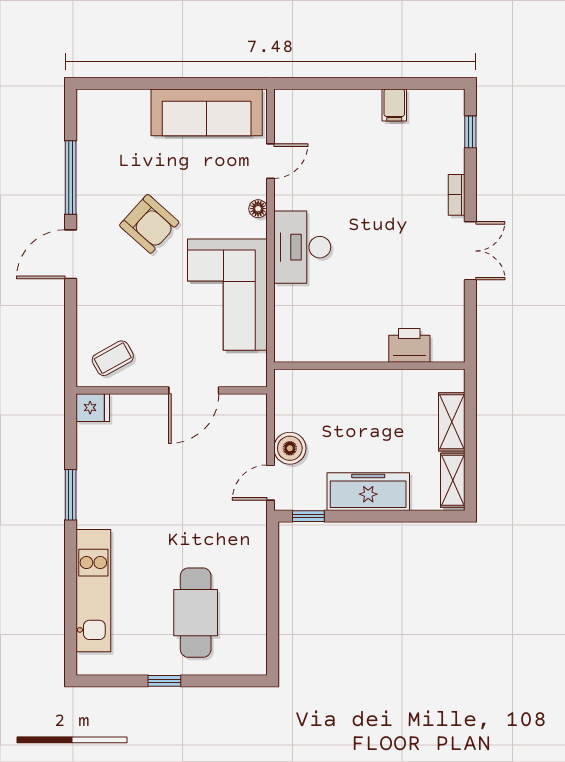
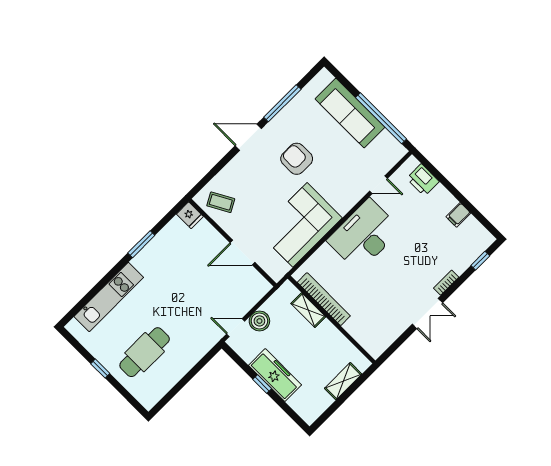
window: (199, 83) -> (381, 118), added
sofa: (207, 112) -> (350, 113), moved
floor lamp: (258, 209) -> (352, 200), removed
armchair: (149, 224) -> (297, 159), turned 138
desk: (302, 247) -> (364, 235), width x1.36, depth x1.30
printer: (409, 345) -> (423, 180), moved, turned 180
bookcase: (338, 351) -> (324, 299), added
shelving: (453, 480) -> (308, 310), moved, turned 90
window: (308, 516) -> (262, 384), moved

